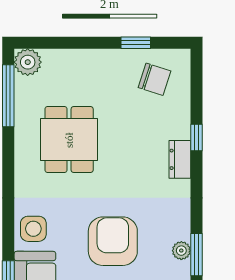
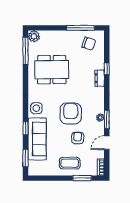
window: (136, 43) -> (81, 28), width x2.17
dining table: (69, 140) -> (52, 70), width x1.38

